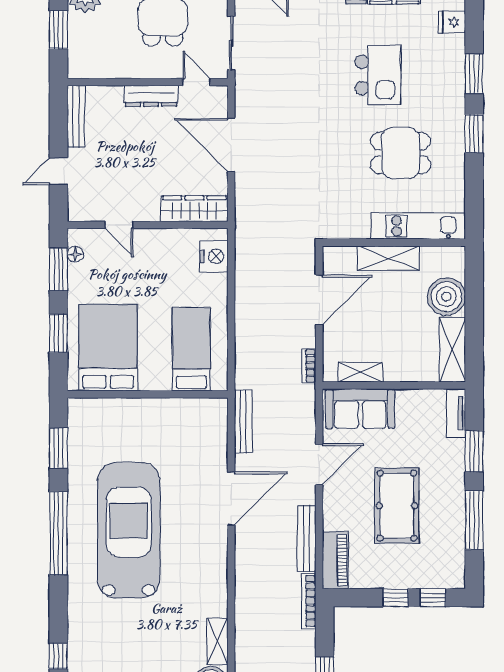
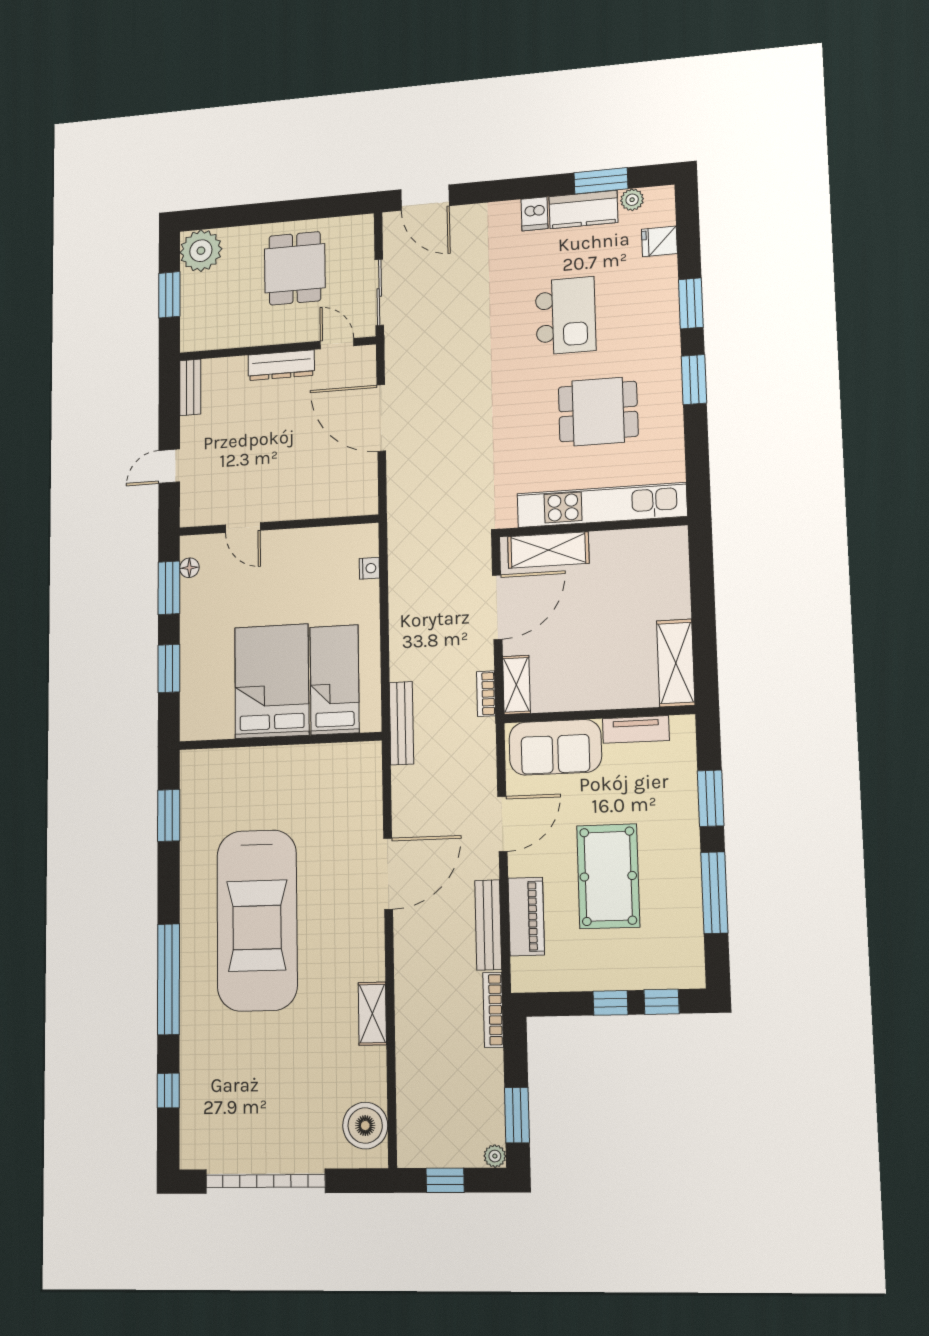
bench: (76, 116) -> (190, 387), width x0.73
wardrobe: (194, 209) -> (336, 501), removed
kitchen unit: (418, 226) -> (602, 505), width x1.36
nightstand: (214, 256) -> (369, 568), width x0.53, depth x0.56
shelving: (388, 258) -> (548, 550), moved
boiler: (446, 297) -> (665, 593), removed
bed: (108, 348) -> (272, 681), moved
shelving: (360, 372) -> (516, 685), moved, turned 90
tv unit: (456, 413) -> (636, 730), moved, turned -90
bench: (243, 421) -> (401, 723), moved
car: (129, 530) -> (257, 920), turned 180
window: (59, 533) -> (168, 979), moved
piano: (335, 560) -> (526, 917), moved
shelving: (217, 641) -> (372, 1014), moved

